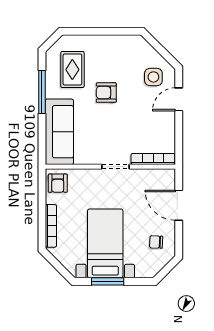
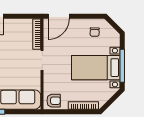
door: (179, 205) -> (59, 16), moved
window: (108, 281) -> (122, 66), width x1.44

